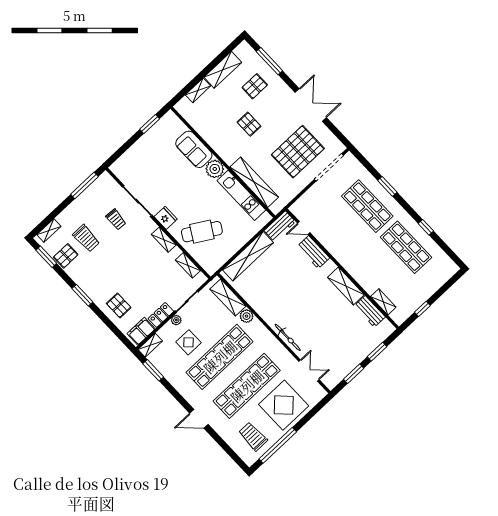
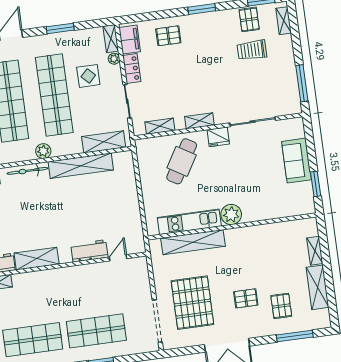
pallet: (249, 124) -> (246, 298), moved
sofa: (194, 149) -> (296, 161), moved, turned -90
trolley: (116, 220) -> (250, 90), removed
workbench: (280, 226) -> (135, 237), removed
shelving: (248, 256) -> (81, 166), moved, turned 90
plant: (247, 316) -> (43, 151), moved
plant: (176, 320) -> (114, 59), moved
window: (153, 370) -> (60, 28), moved

